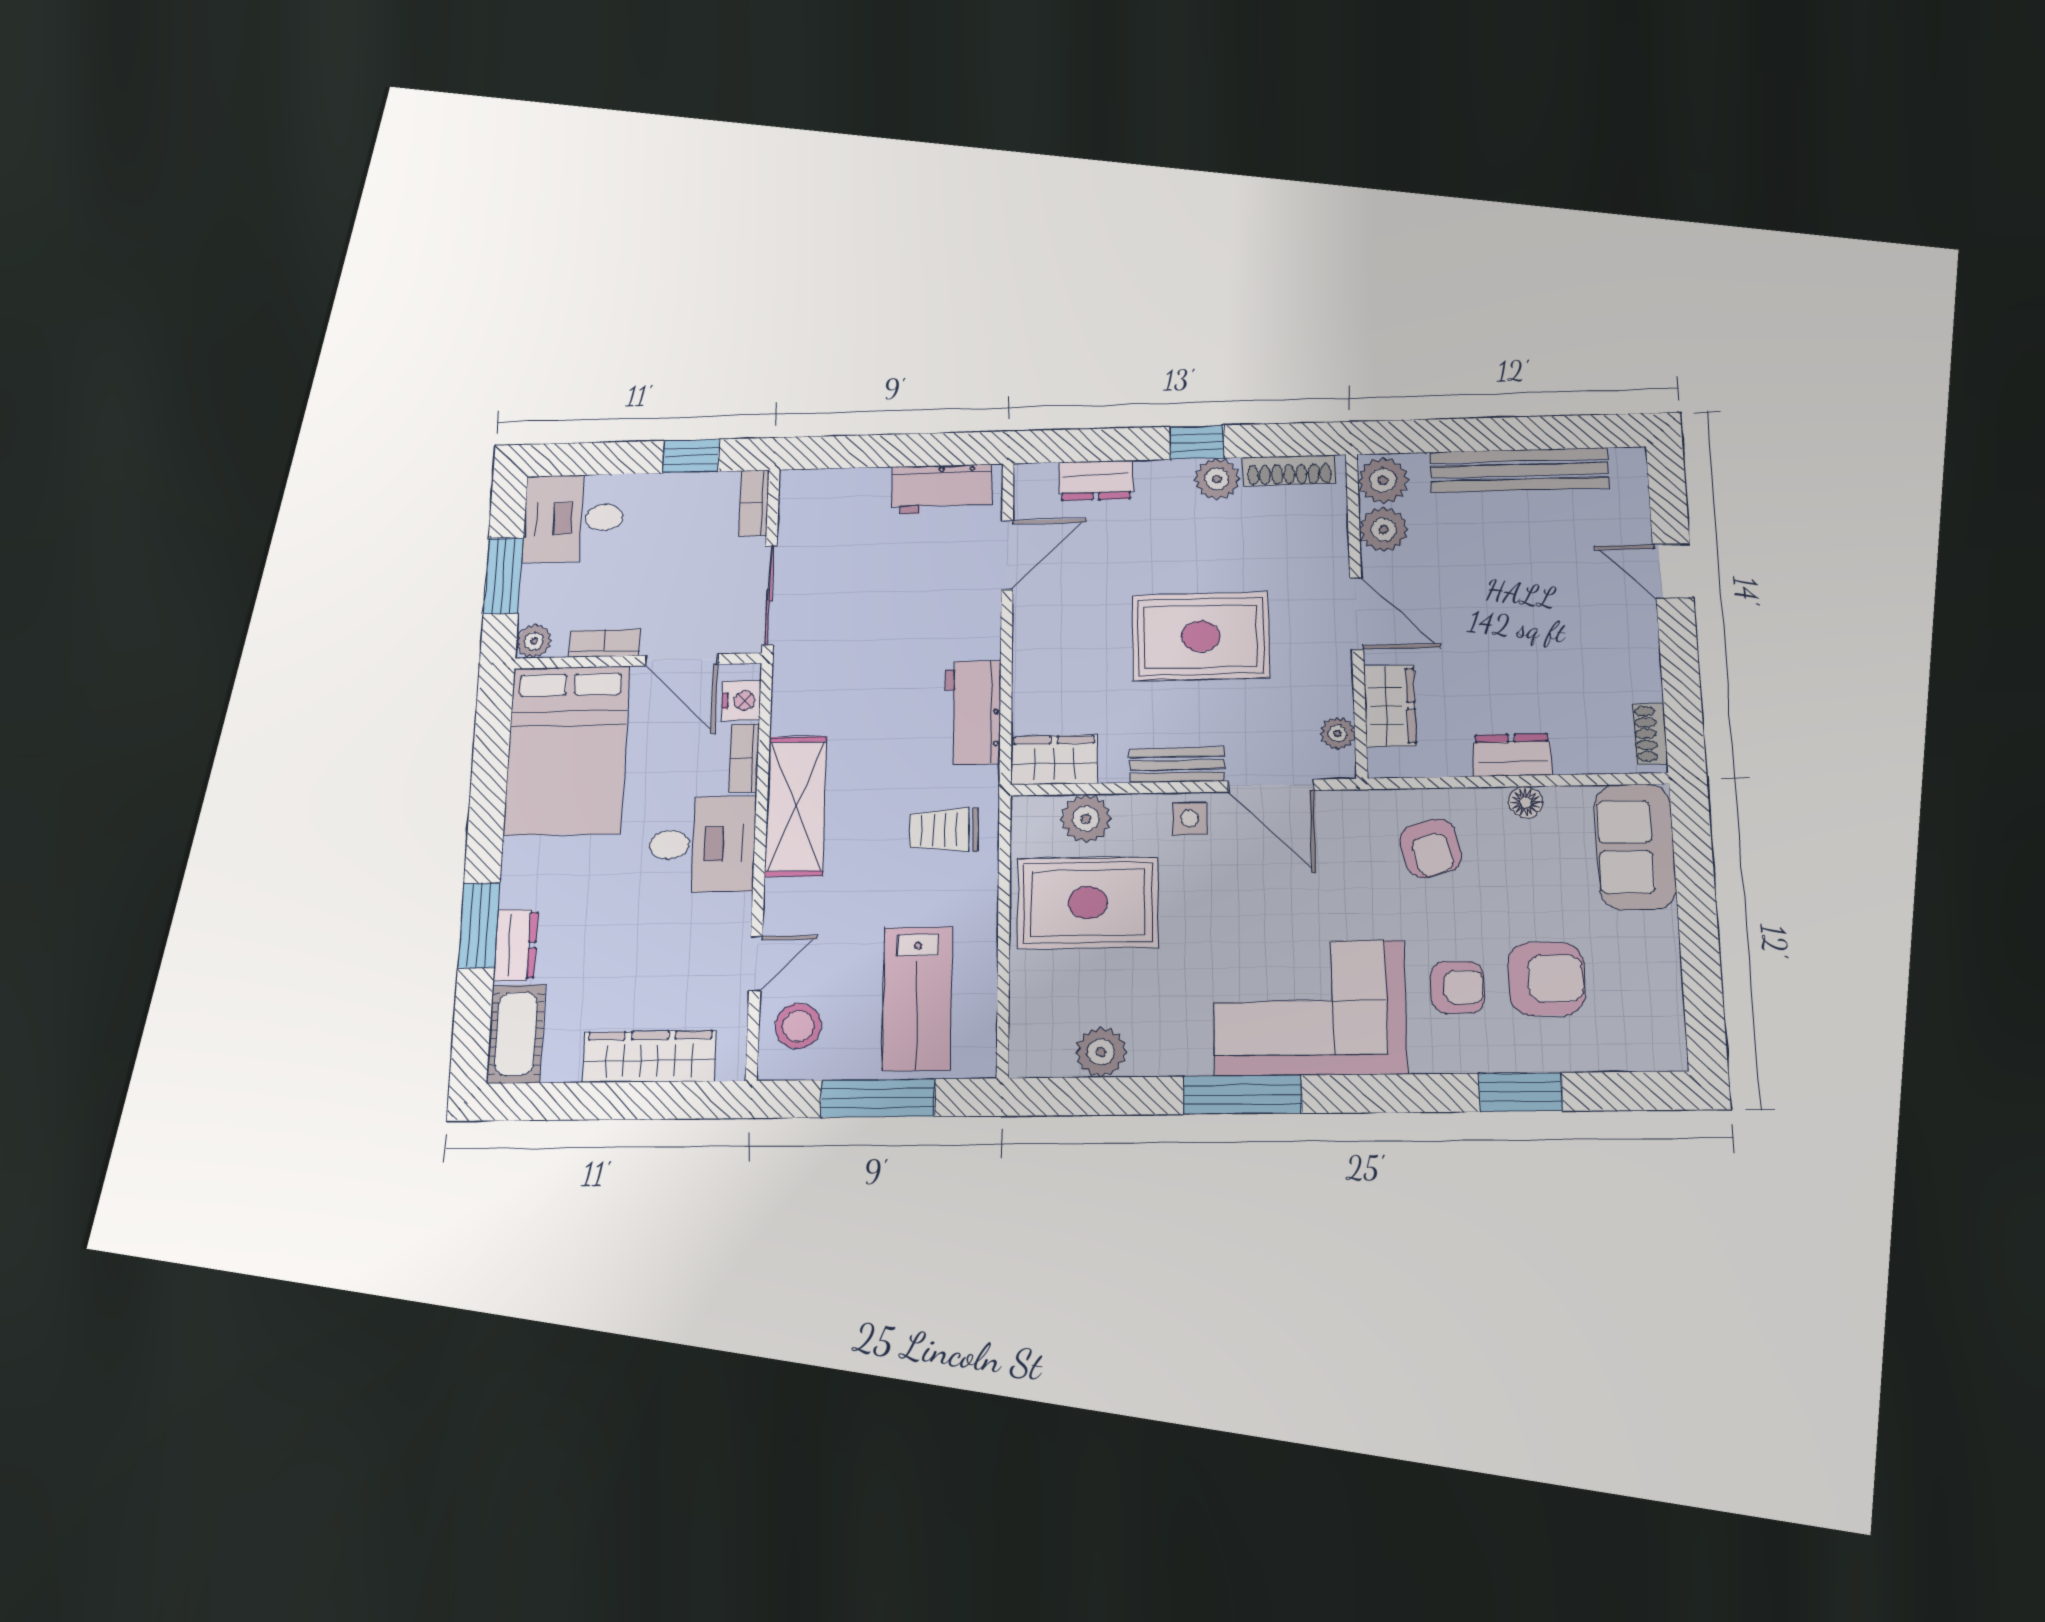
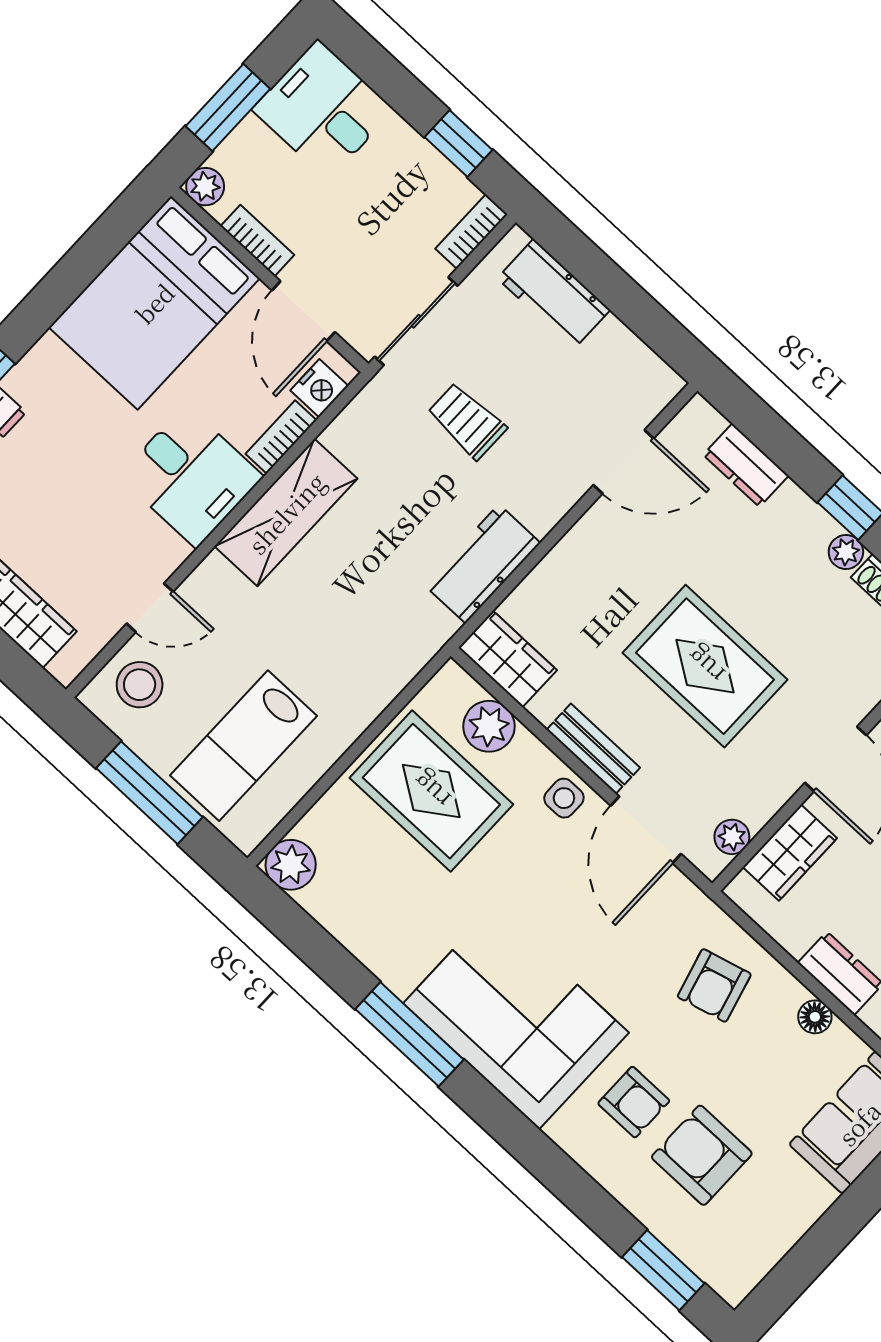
plant: (1217, 479) -> (846, 552), width x0.73, depth x0.73
workbench: (942, 489) -> (554, 294), moved
trolley: (944, 830) -> (467, 421), moved
armchair: (1547, 979) -> (702, 1155), turned 180
plant: (1101, 1052) -> (291, 865), moved
window: (1521, 1092) -> (663, 1270), moved

